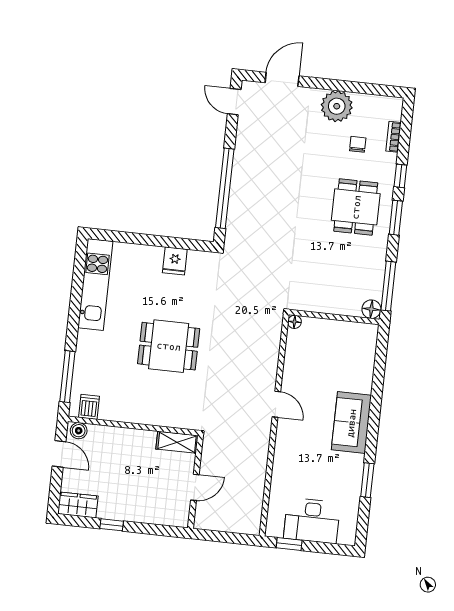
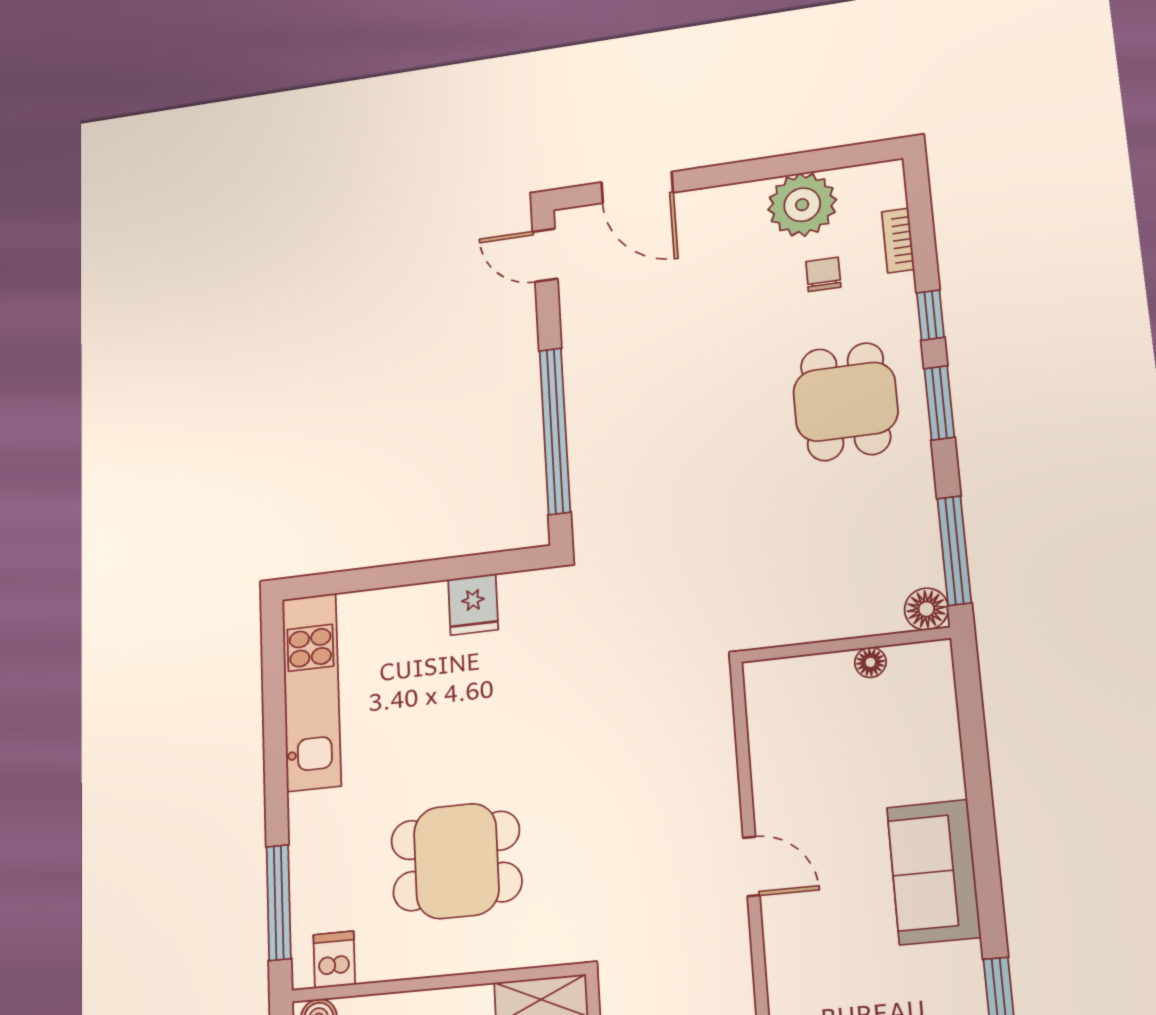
door: (282, 79) -> (637, 187), swing flipped
plant: (337, 106) -> (802, 205), moved
floor lamp: (294, 322) -> (870, 662), moved
dining table: (169, 346) -> (456, 861), moved

